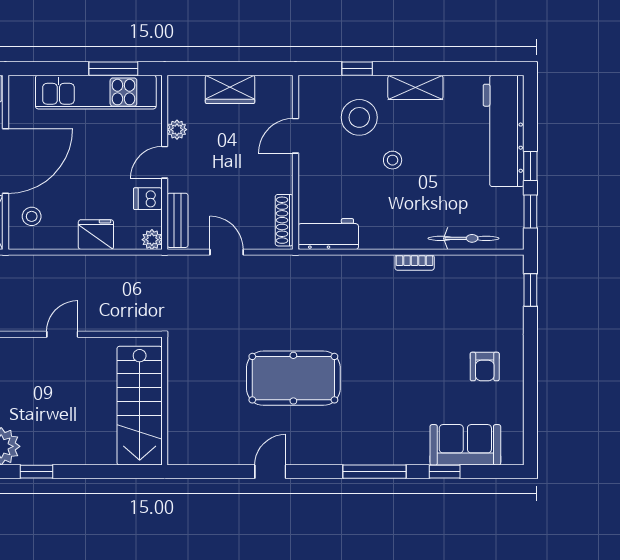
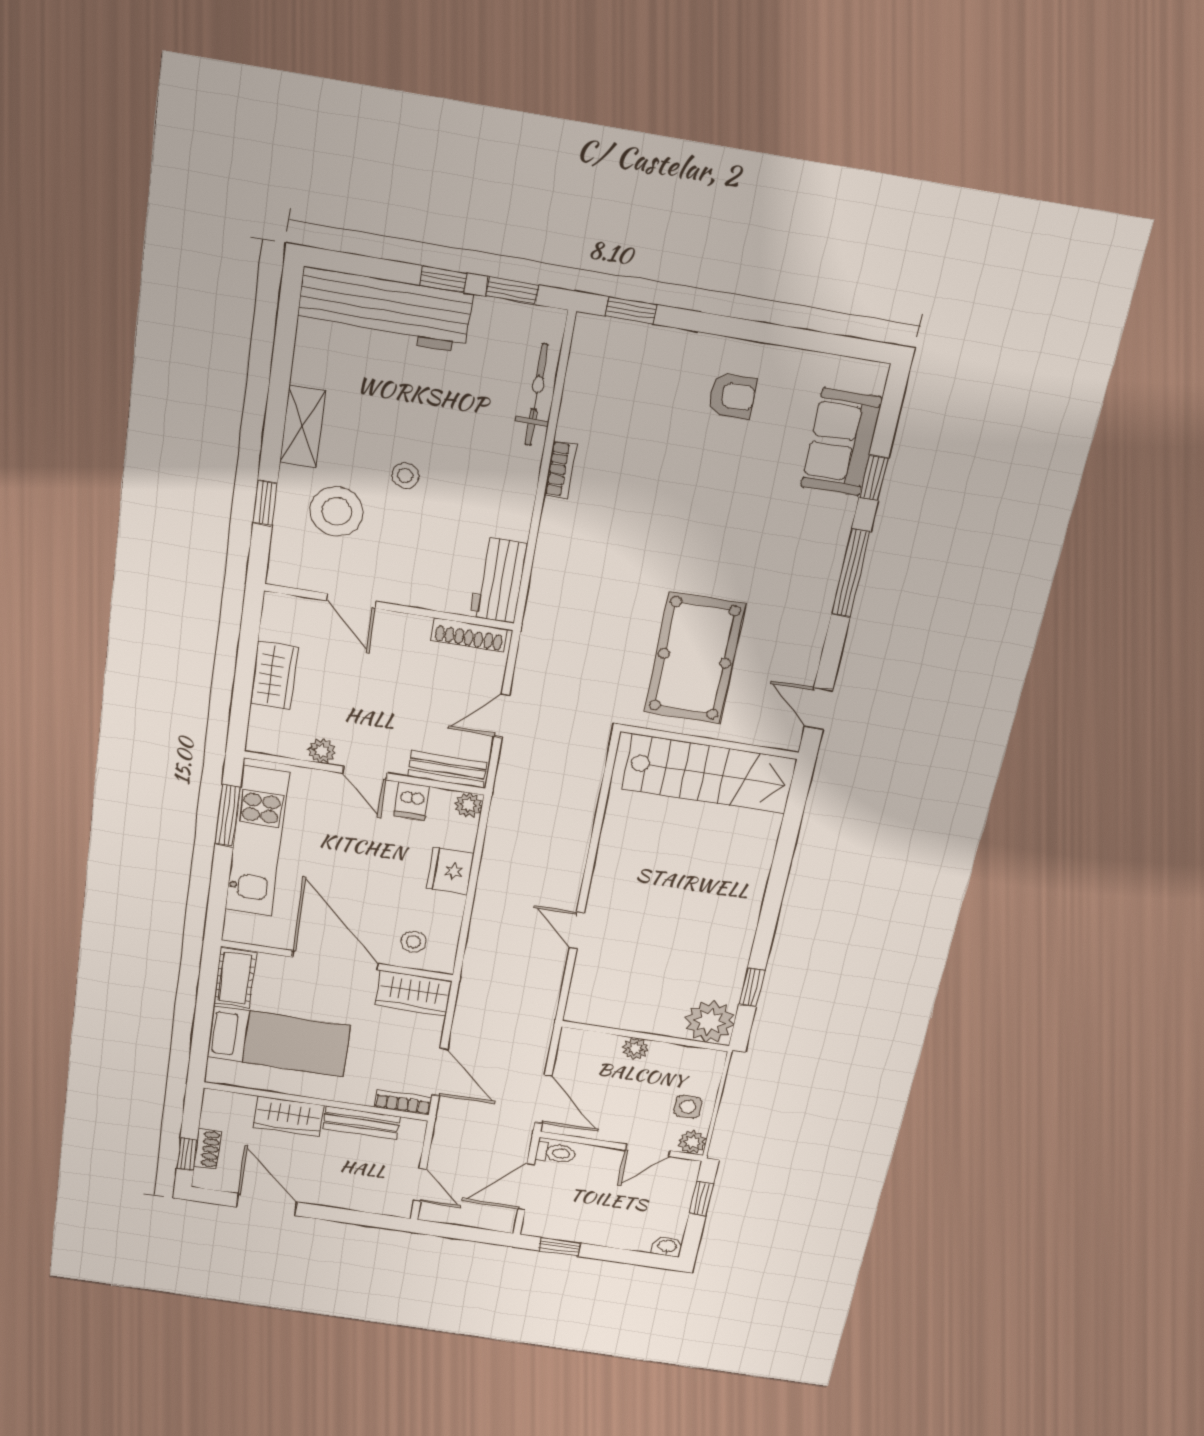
wall: (165, 401) -> (710, 742), moved
stairs: (140, 406) -> (709, 774), moved

